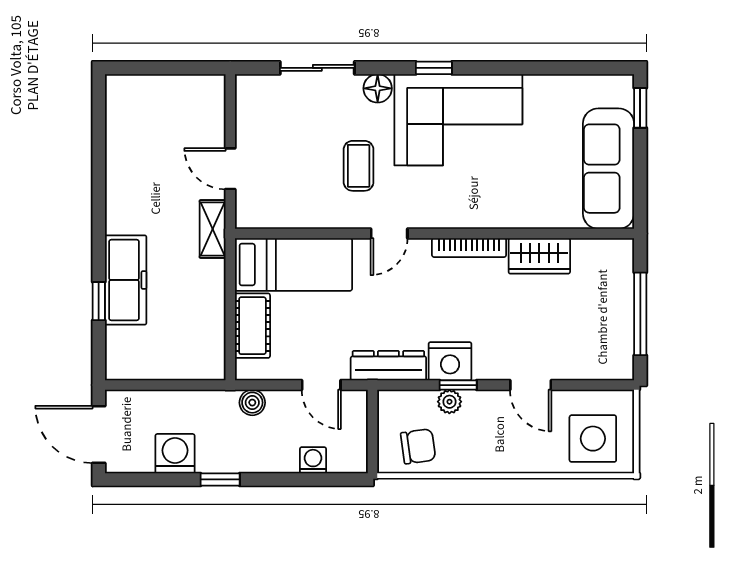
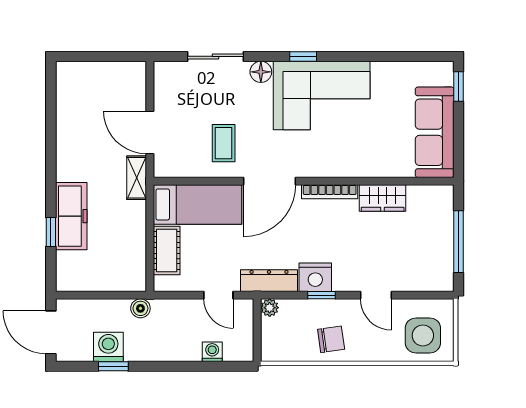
coffee table: (359, 166) -> (224, 143), moved
door: (230, 169) -> (150, 132), width x1.38
door: (389, 233) -> (269, 181), width x1.88
plant: (449, 402) -> (270, 308), moved
boiler: (252, 403) -> (140, 308), moved
chair: (418, 446) -> (331, 339), moved
window: (220, 479) -> (113, 366), moved

